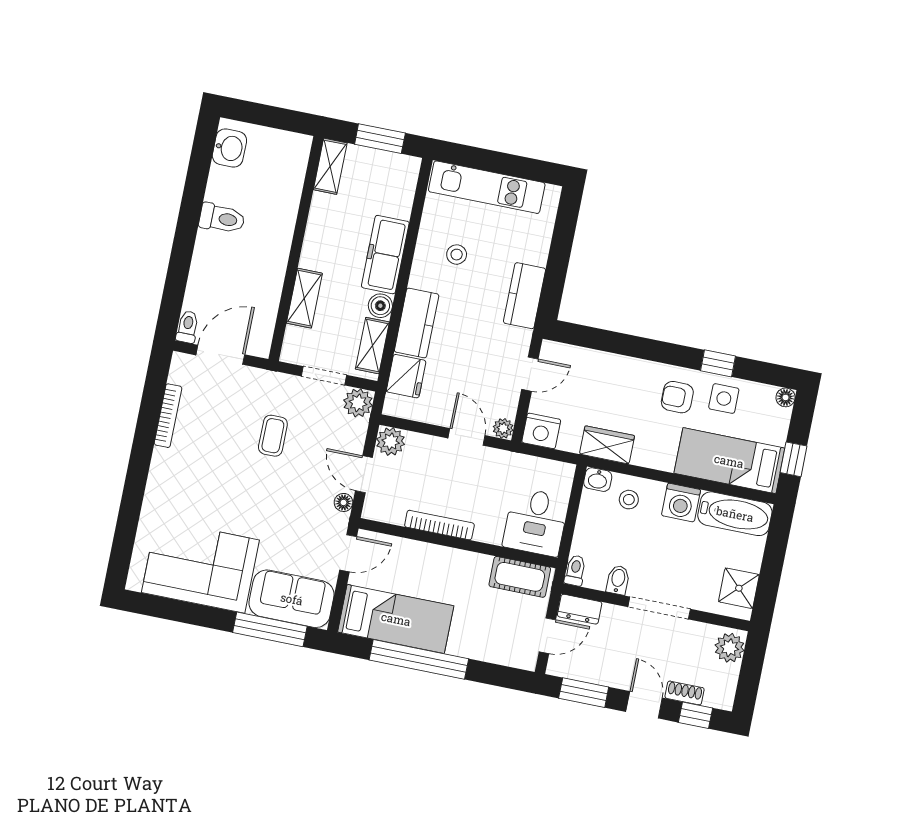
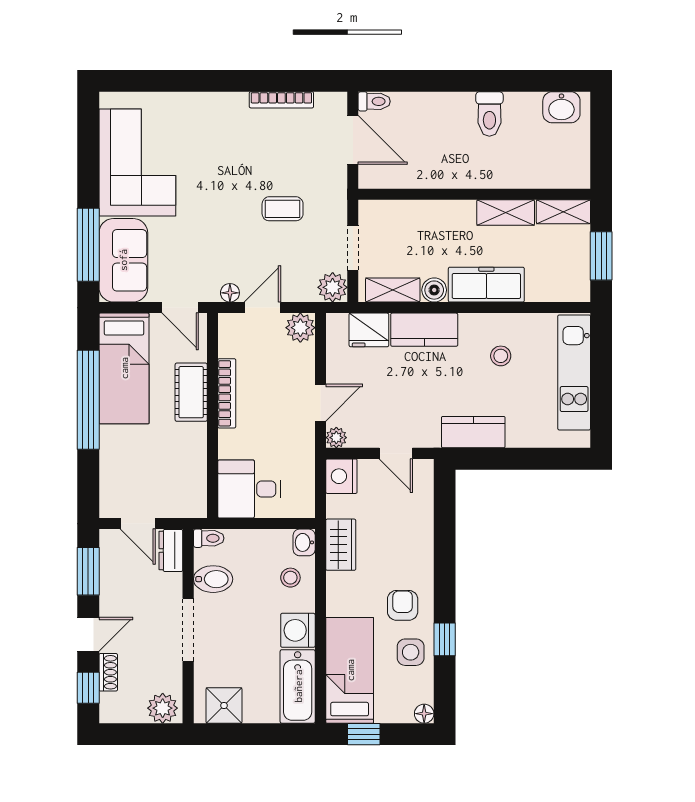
shelving: (304, 298) -> (506, 213), moved
cot: (520, 577) -> (191, 392), moved
bidet: (618, 580) -> (213, 579), width x1.38, depth x1.36

